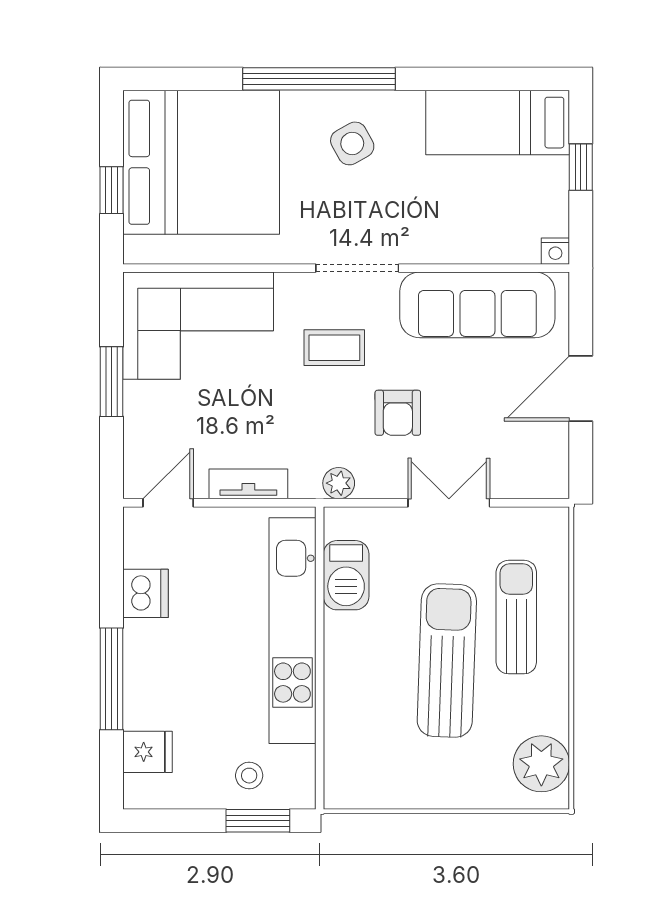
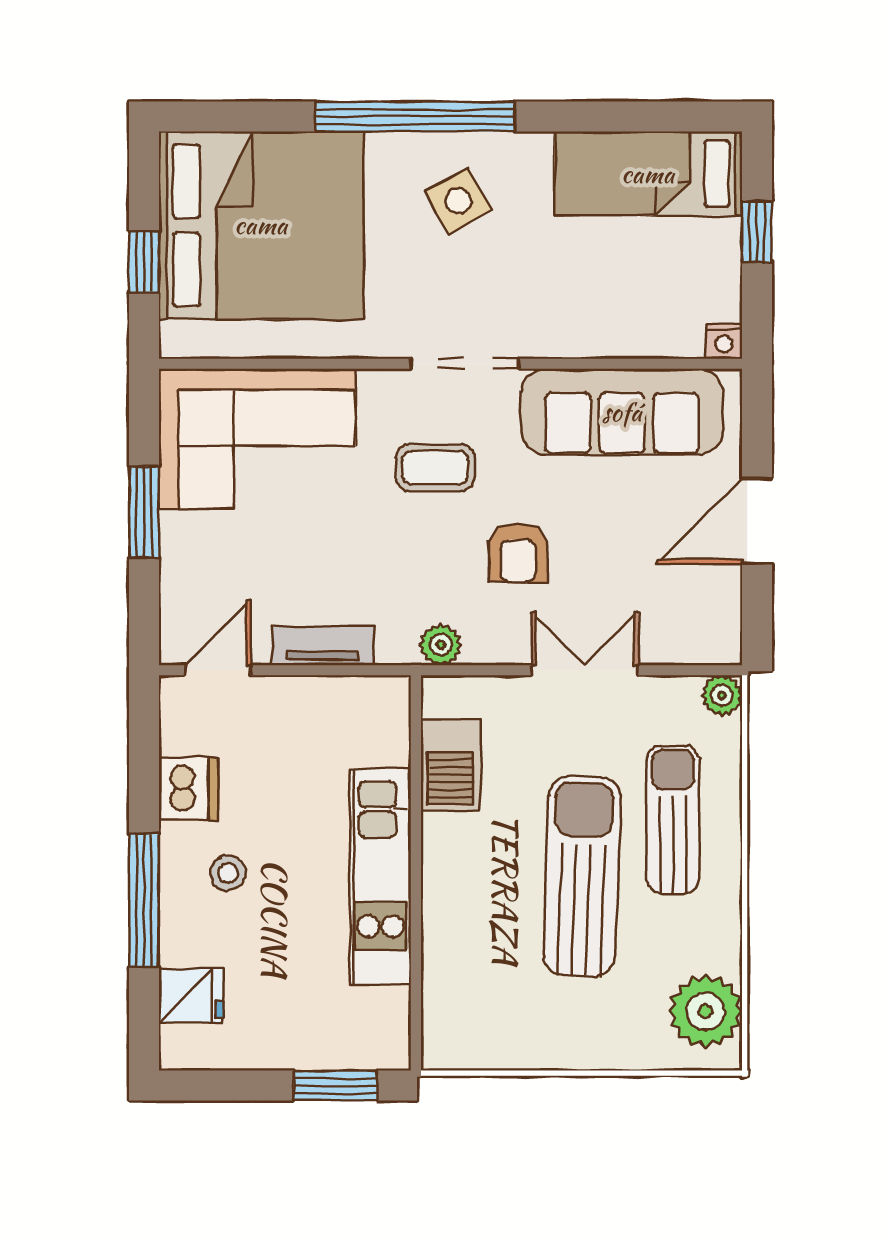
plant: (554, 522) -> (722, 695), added
kitchen unit: (292, 631) -> (380, 877), width x0.73
stool: (249, 776) -> (228, 873), moved

